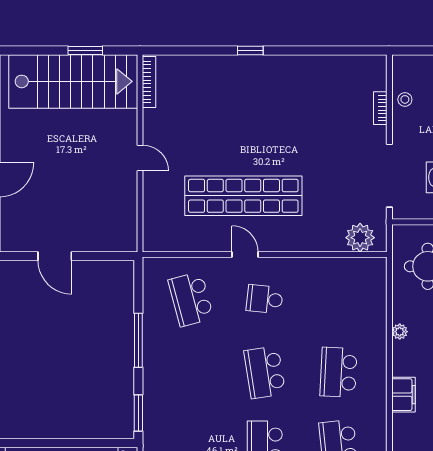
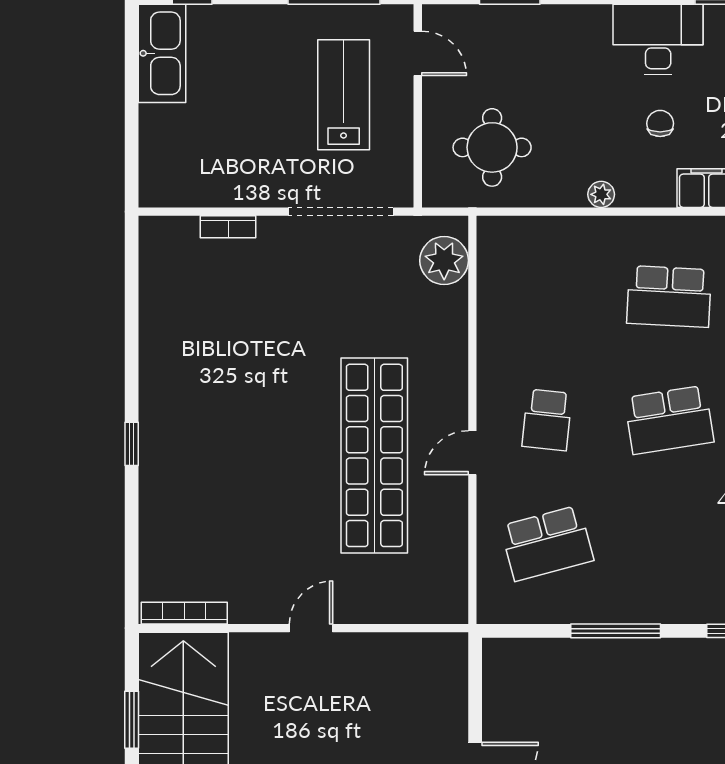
stool: (405, 99) -> (213, 186), removed

